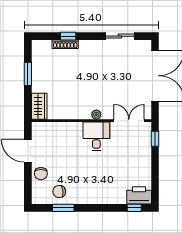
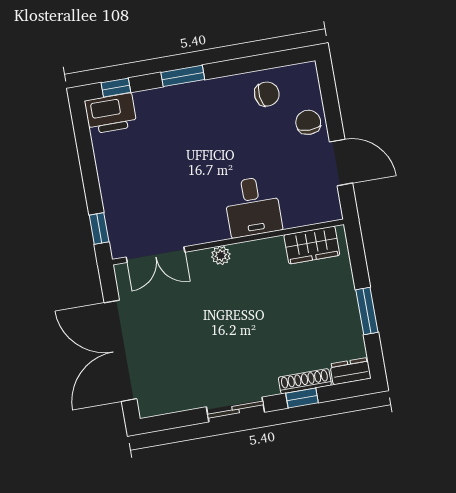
sliding door: (120, 36) -> (236, 410), moved
dresser: (41, 45) -> (350, 371), added
wardrobe: (39, 106) -> (312, 245), moved, turned -90
desk: (96, 136) -> (253, 207), moved
window: (63, 208) -> (183, 76), moved

